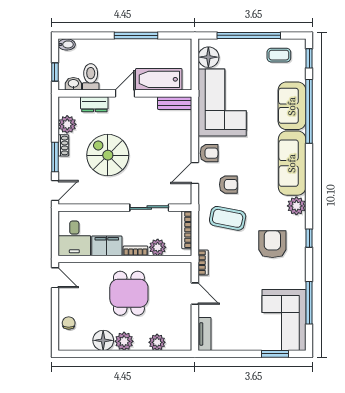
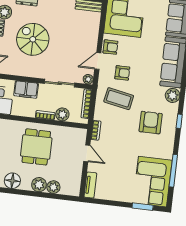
plant: (185, 198) -> (88, 79), added
filing cabinet: (107, 246) -> (26, 89), moved, turned 180
plant: (124, 341) -> (39, 185), moved

